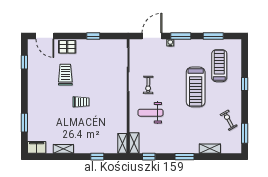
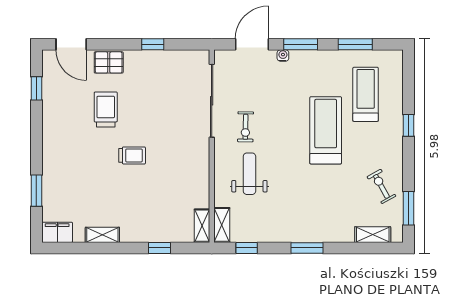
treadmill: (196, 87) -> (326, 130), turned 180
weight bench: (150, 113) -> (249, 174), turned 90
shelving: (210, 149) -> (373, 235), moved

